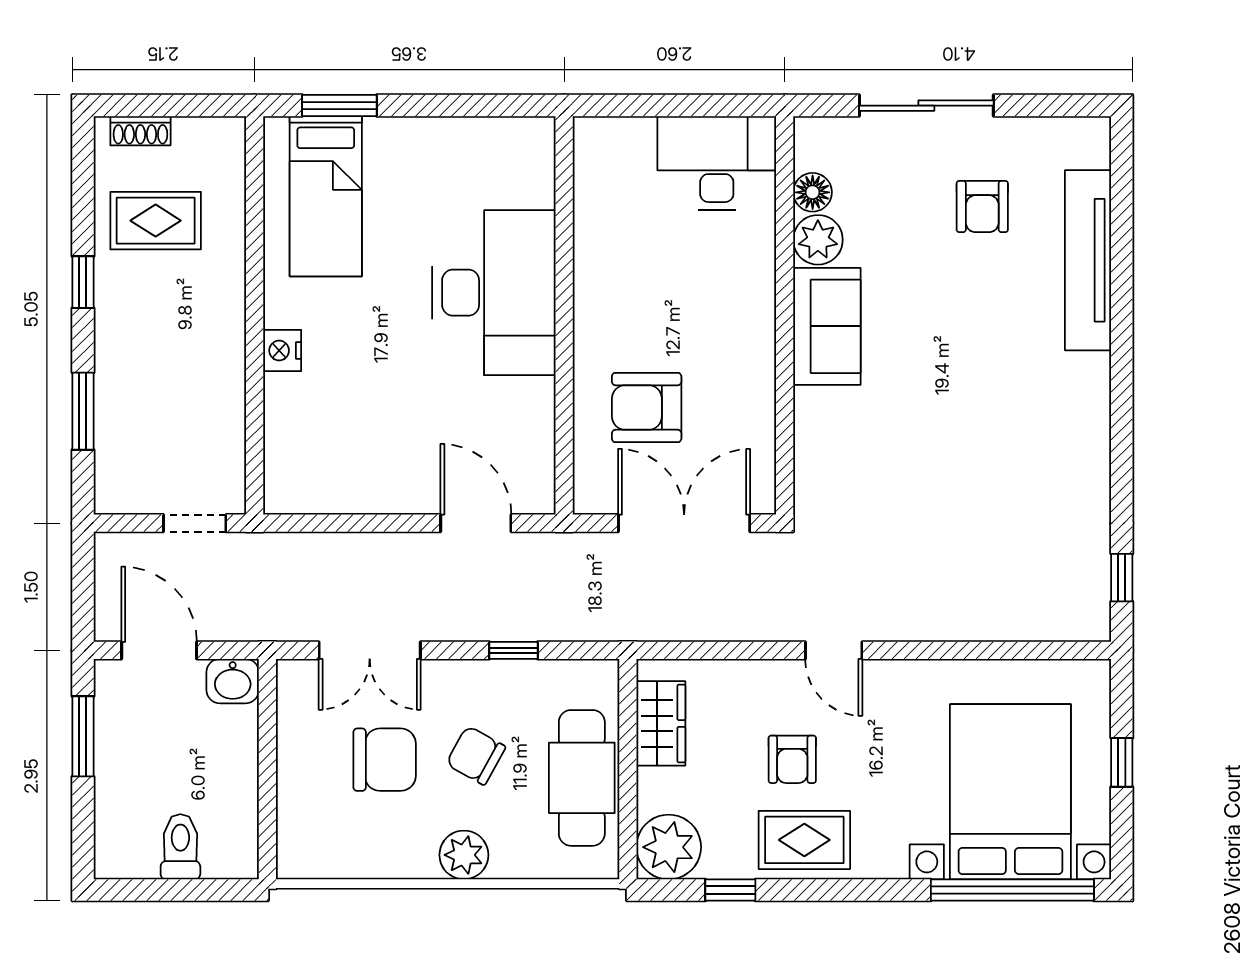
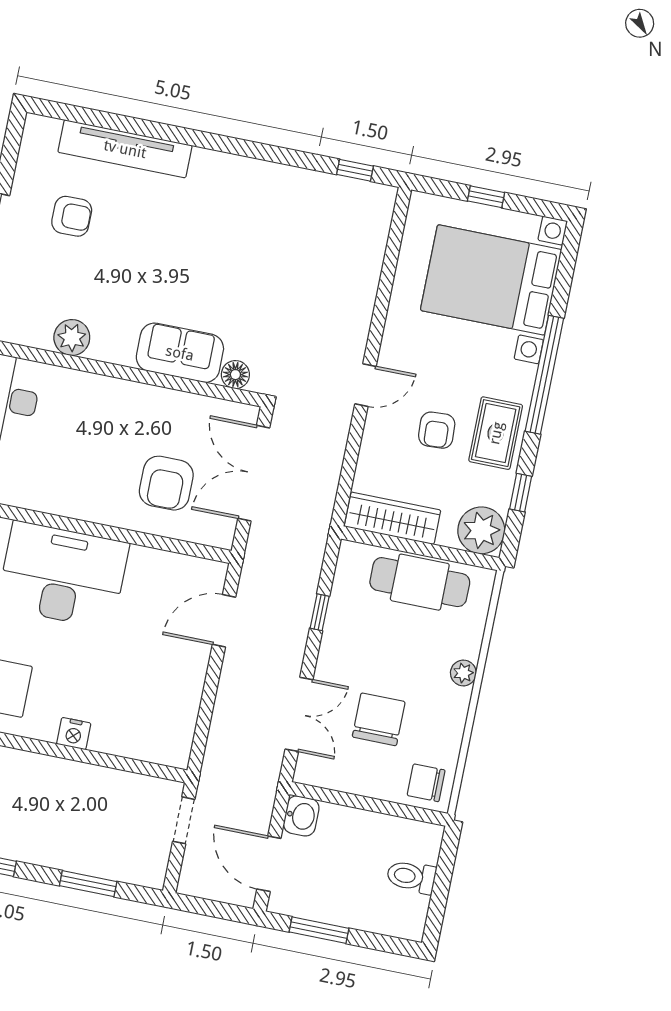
floor lamp: (813, 192) -> (235, 375), moved
sofa: (827, 326) -> (180, 353), moved
door: (159, 650) -> (269, 864), hinge flipped
wardrobe: (661, 723) -> (392, 518), width x1.50
chair: (476, 755) -> (426, 783), moved, turned 61
armchair: (792, 759) -> (437, 430), turned 87
plant: (464, 855) -> (463, 673), width x0.73, depth x0.73
window: (1012, 890) -> (544, 375), moved

